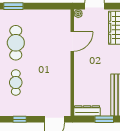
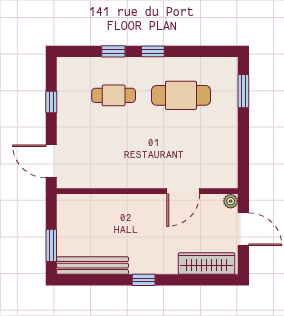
door: (72, 41) -> (183, 191), hinge flipped
dresser: (87, 111) -> (65, 216), removed

